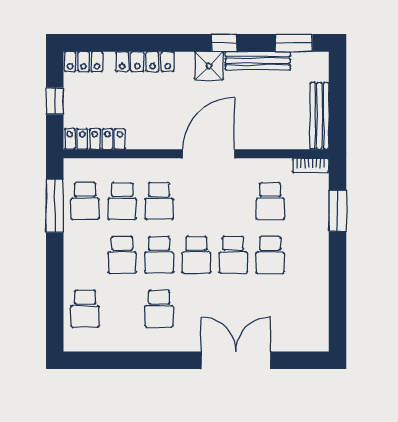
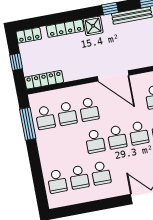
shower: (209, 66) -> (93, 26), moved
door: (209, 154) -> (113, 76), swing flipped
school desk: (122, 255) -> (79, 177), moved

